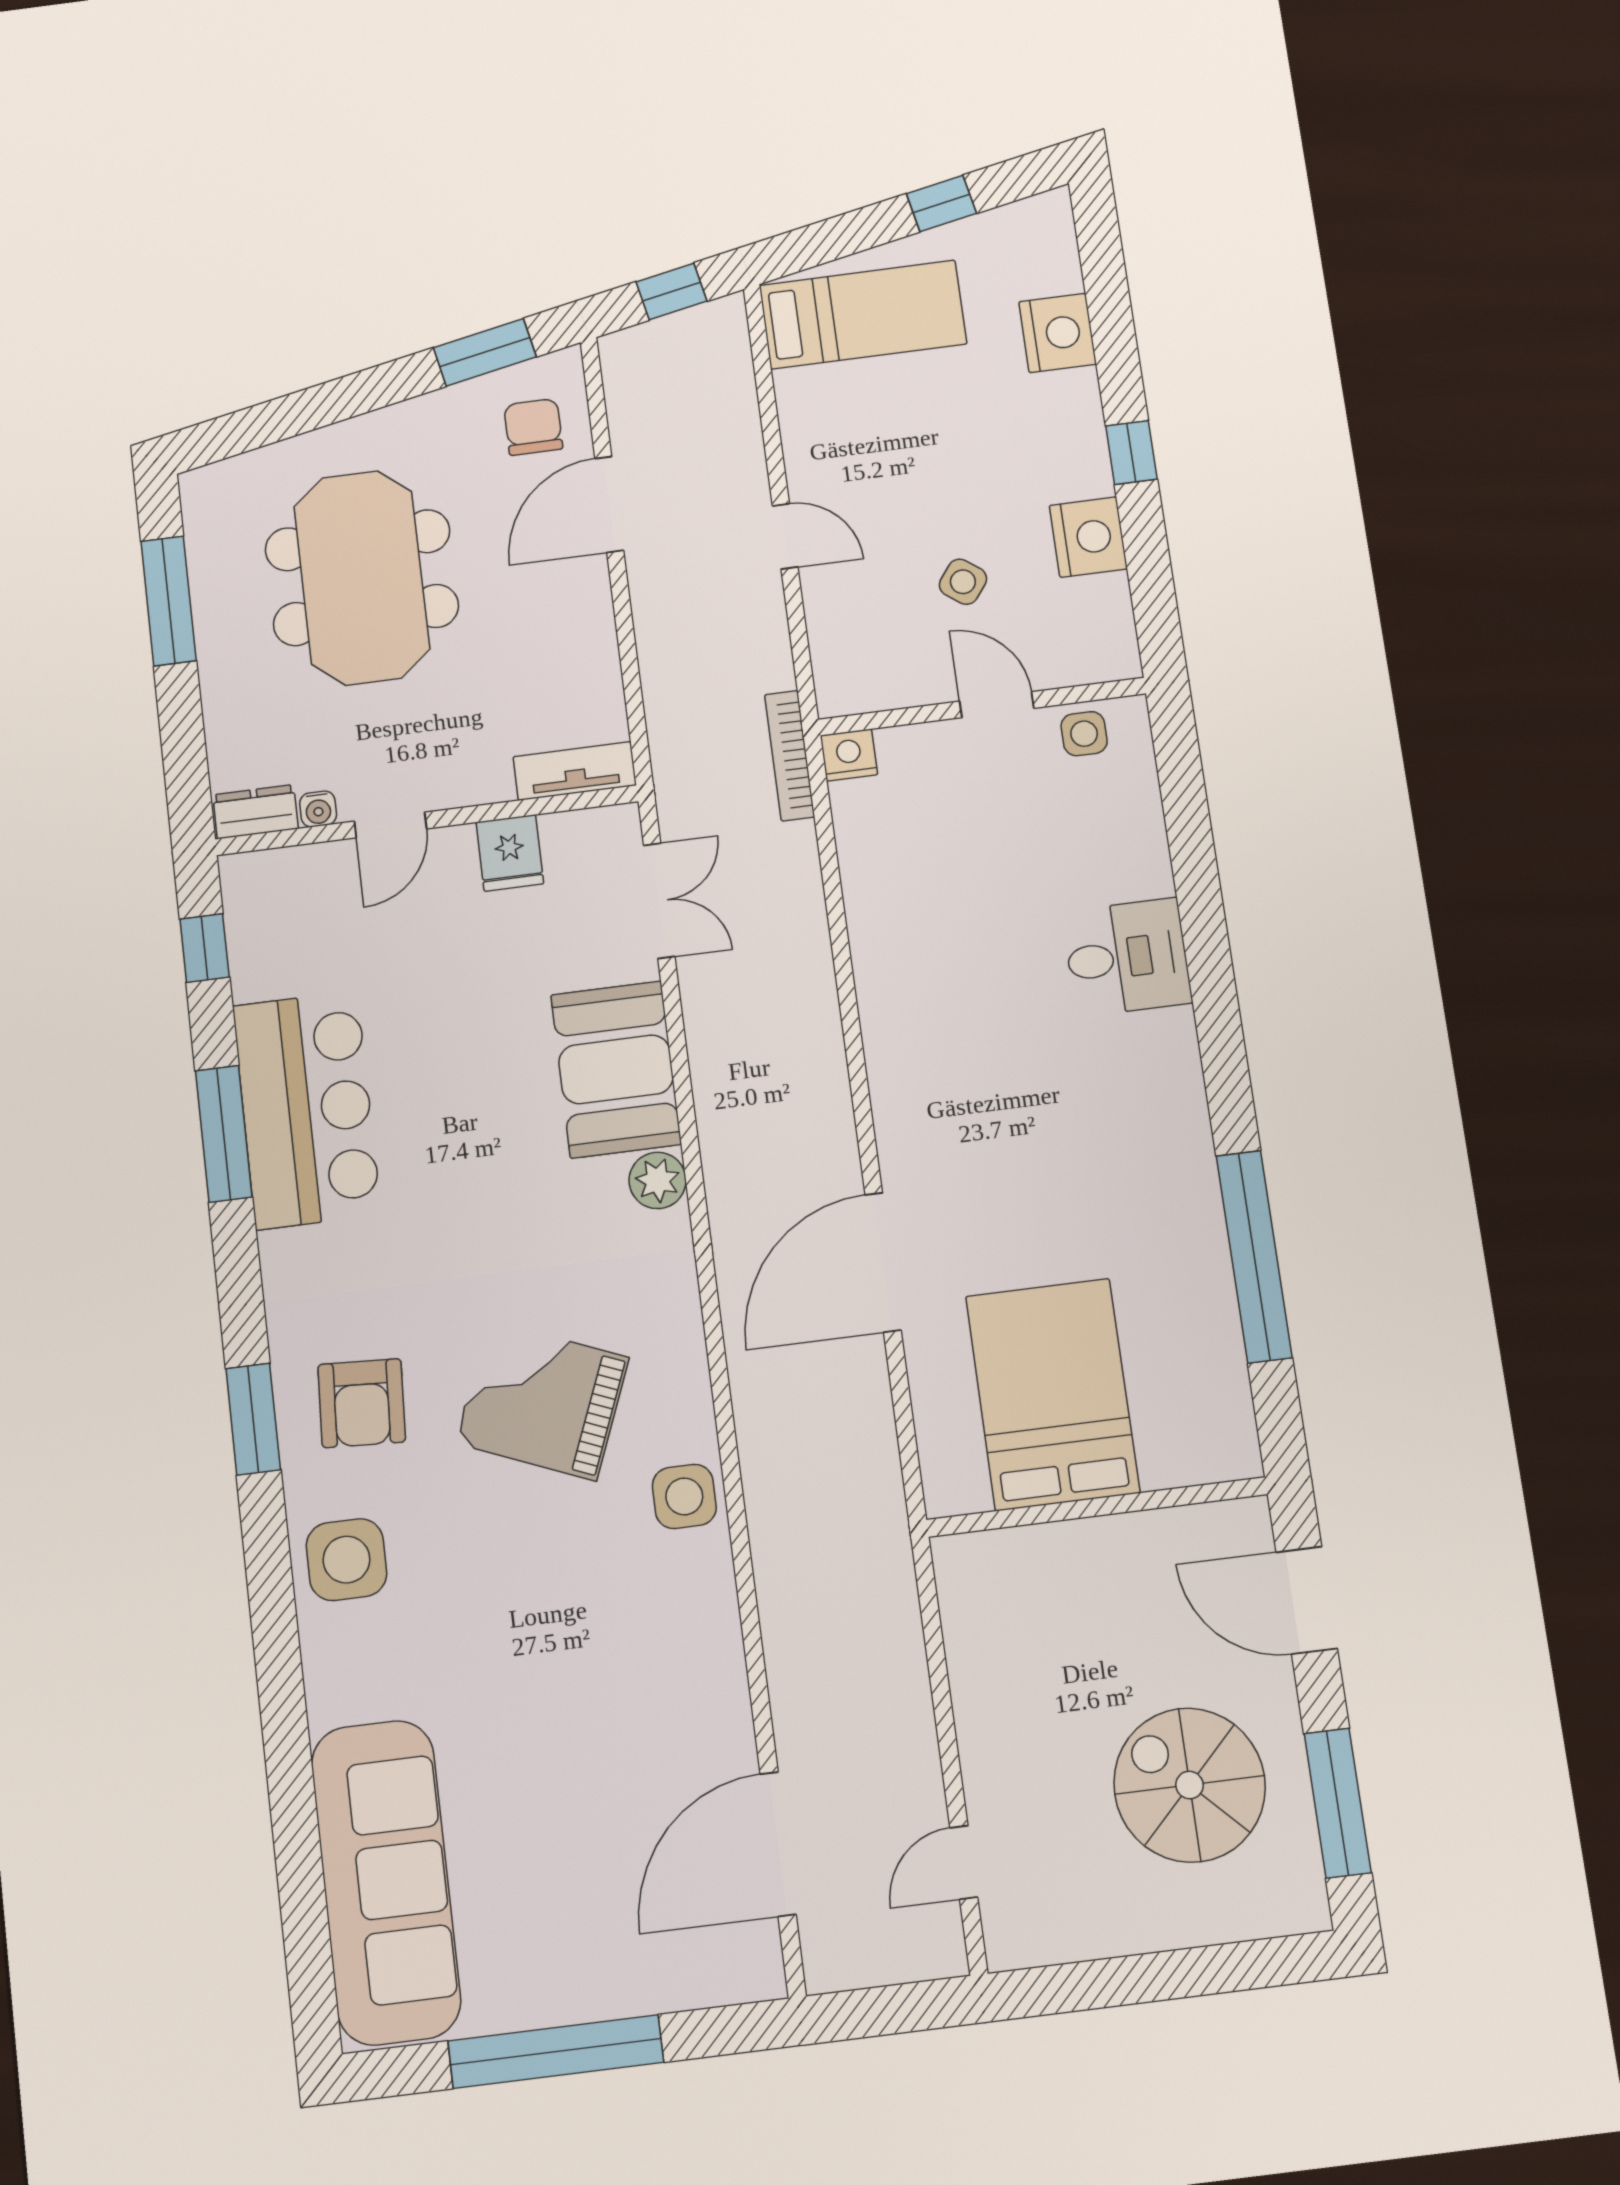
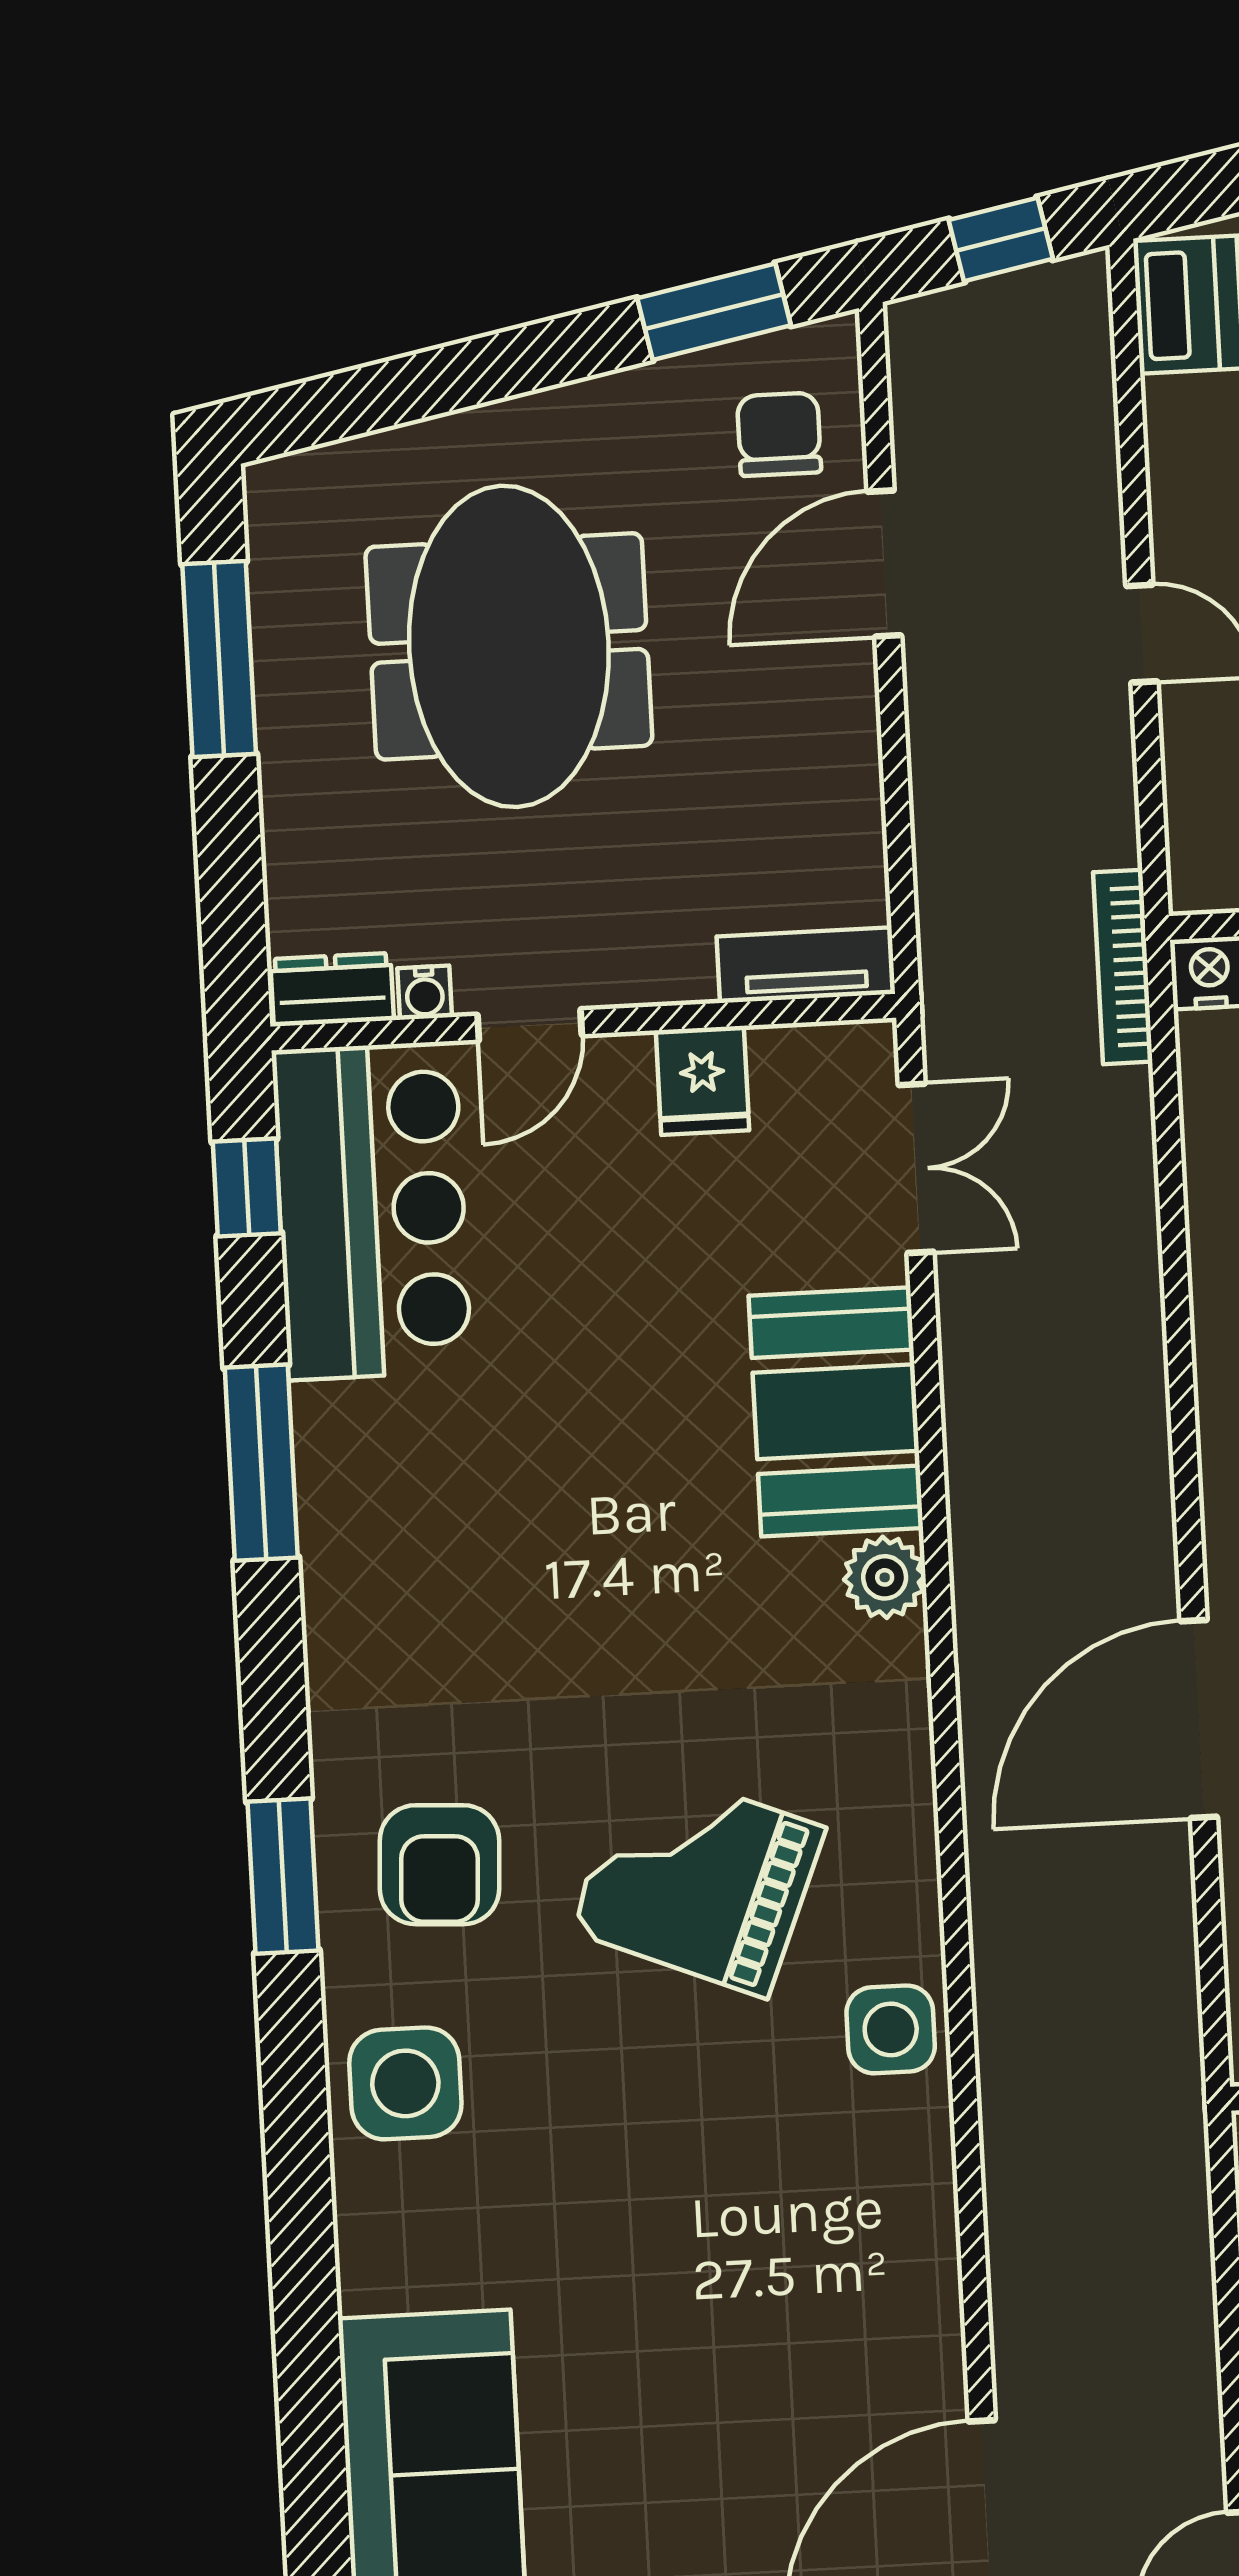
bar counter: (307, 1110) -> (372, 1211), moved

